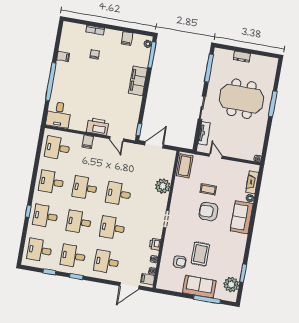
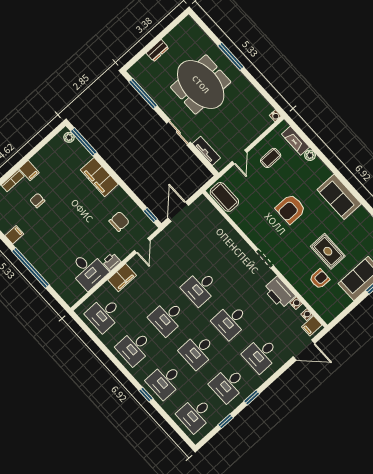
filing cabinet: (127, 38) -> (29, 171), moved
meeting table: (242, 99) -> (201, 84), turned 90
chair: (120, 114) -> (119, 221), added
desk: (59, 115) -> (88, 270), moved
printer: (98, 126) -> (112, 262), width x0.53, depth x0.68
door: (117, 139) -> (142, 246), hinge flipped
filing cabinet: (88, 142) -> (122, 278), width x2.00
door: (216, 156) -> (239, 157), swing flipped
plant: (163, 186) -> (228, 236), removed
coffee table: (208, 189) -> (271, 158), moved
sofa: (242, 217) -> (339, 197), moved
printer: (155, 244) -> (279, 292), width x1.87, depth x1.48
door: (129, 286) -> (304, 350), hinge flipped

